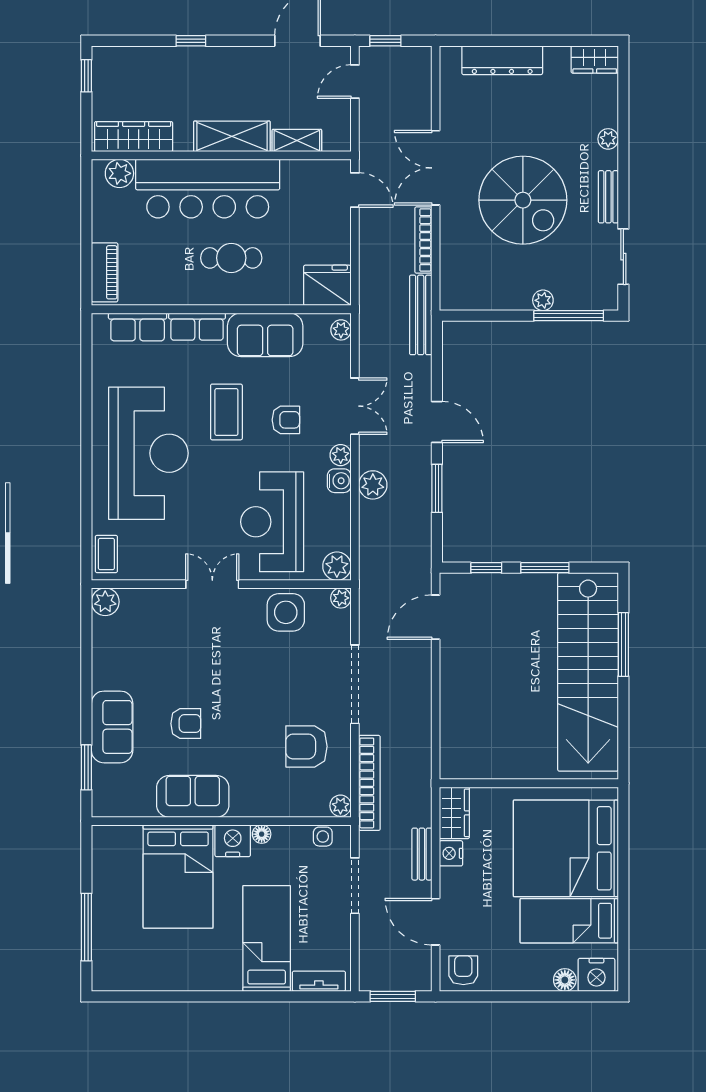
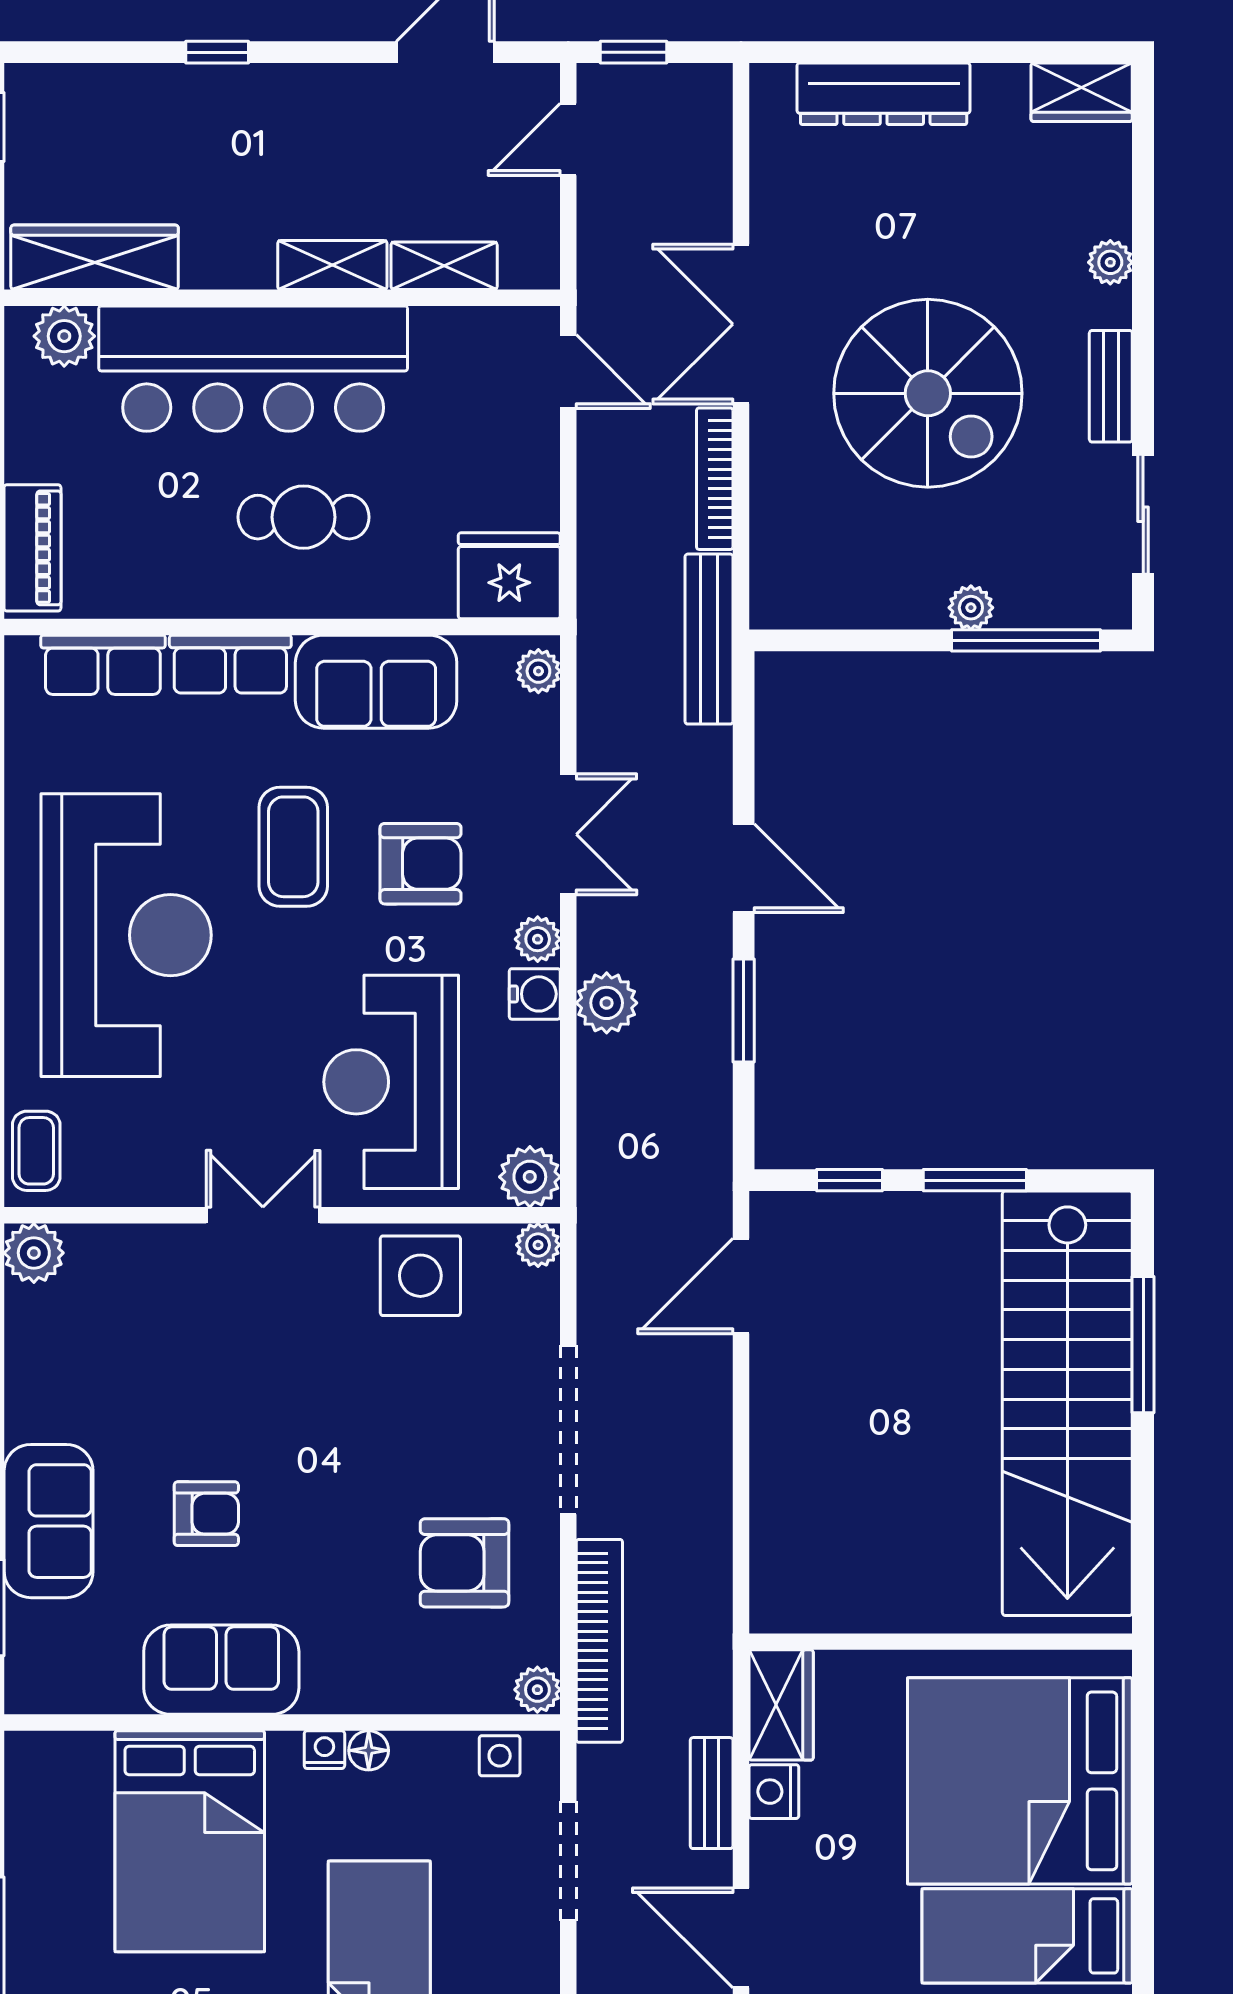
shelving: (232, 136) -> (332, 265), width x0.67, depth x0.75
armchair: (286, 420) -> (420, 864), width x1.38, depth x1.38
nightstand: (233, 841) -> (324, 1750), width x0.53, depth x0.56

